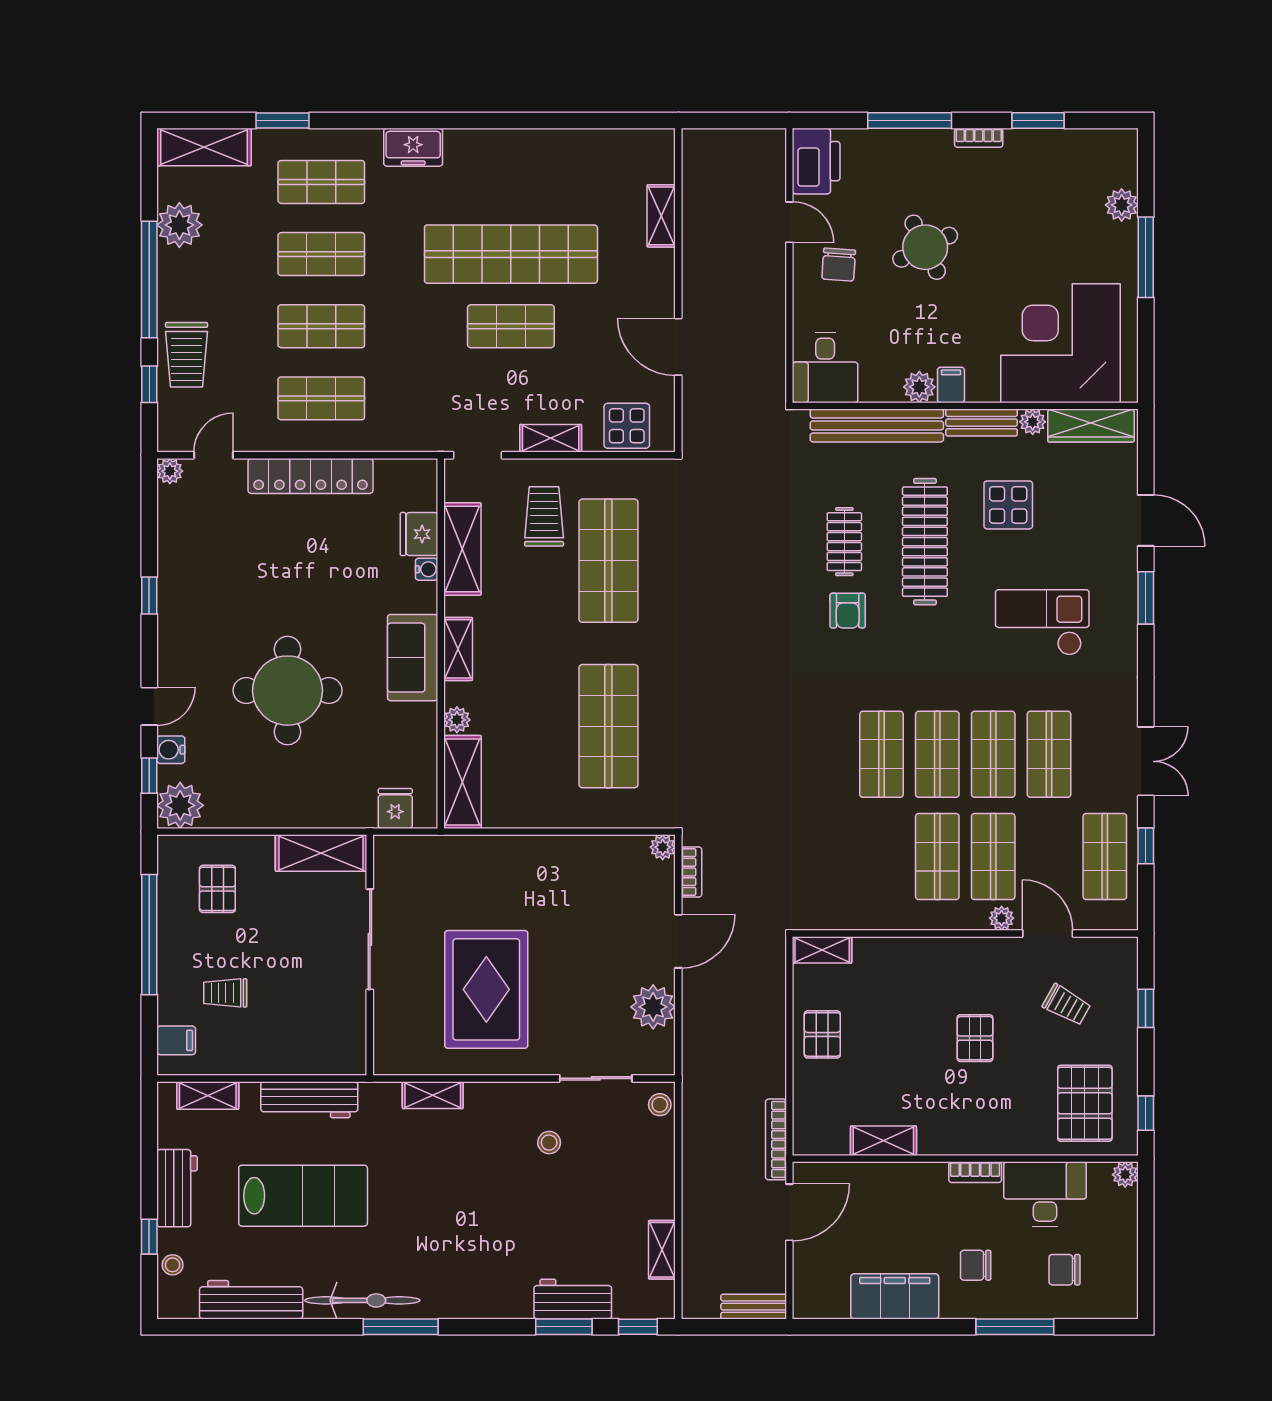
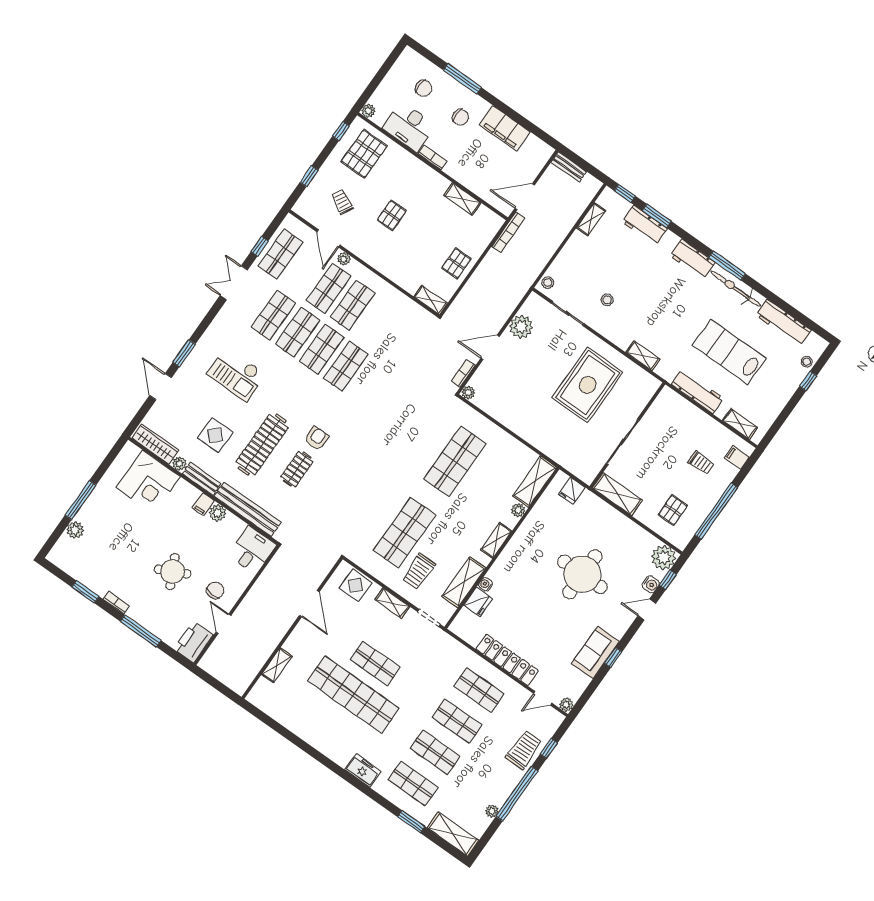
plant: (179, 225) -> (492, 811), width x0.53, depth x0.53
corner desk: (1060, 343) -> (148, 482), width x0.74, depth x0.74
sofa: (413, 658) -> (595, 652), moved, turned 180
workbench: (177, 1188) -> (693, 259), moved, turned -90

